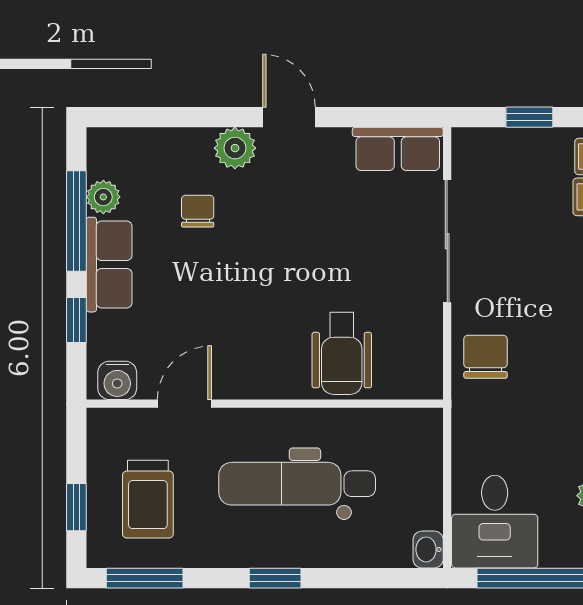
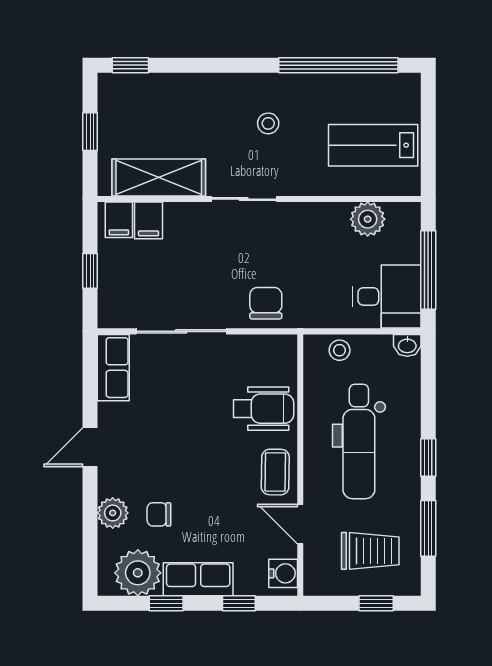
plant: (235, 148) -> (113, 513), moved
plant: (103, 197) -> (138, 573), width x1.88, depth x1.88
window: (76, 221) -> (166, 603), width x0.46
chair: (486, 357) -> (266, 303), turned 90
coffee table: (255, 370) -> (275, 472), added
stool: (421, 457) -> (340, 350), added
window: (145, 578) -> (428, 528), moved

